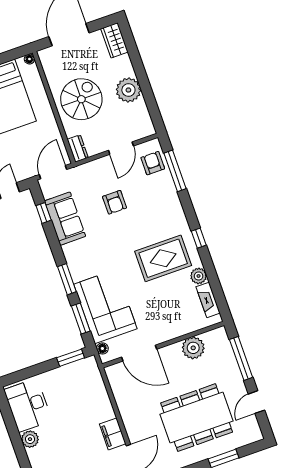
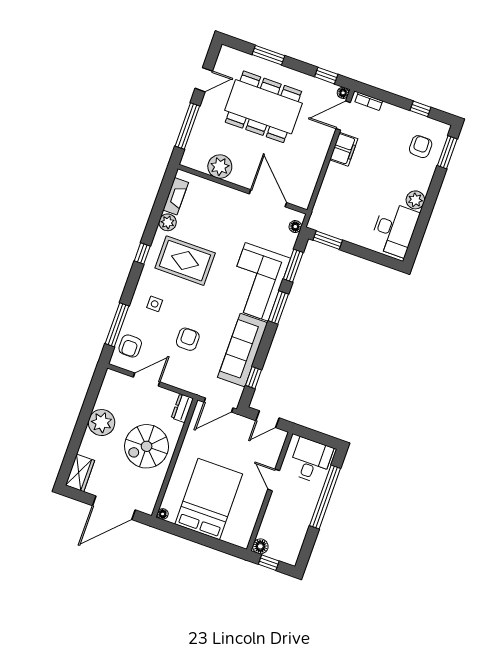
side table: (160, 208) -> (155, 304), added
sofa: (65, 219) -> (243, 350), width x1.36
corner sofa: (105, 306) -> (257, 282), moved

